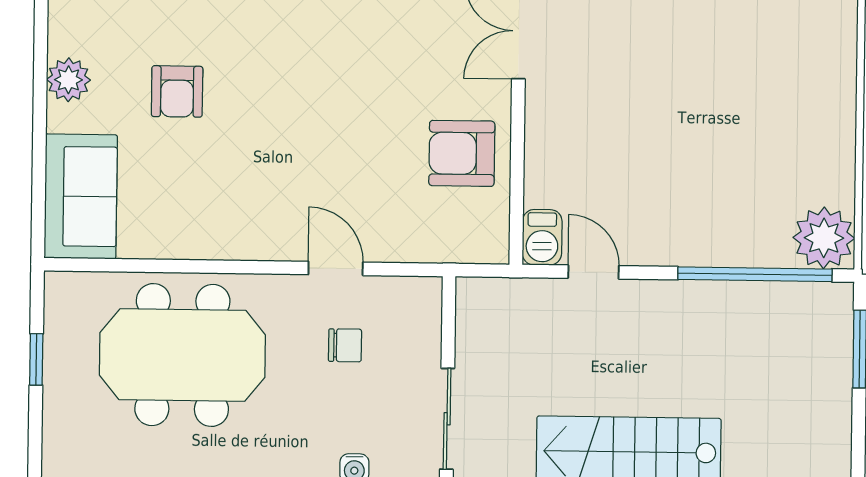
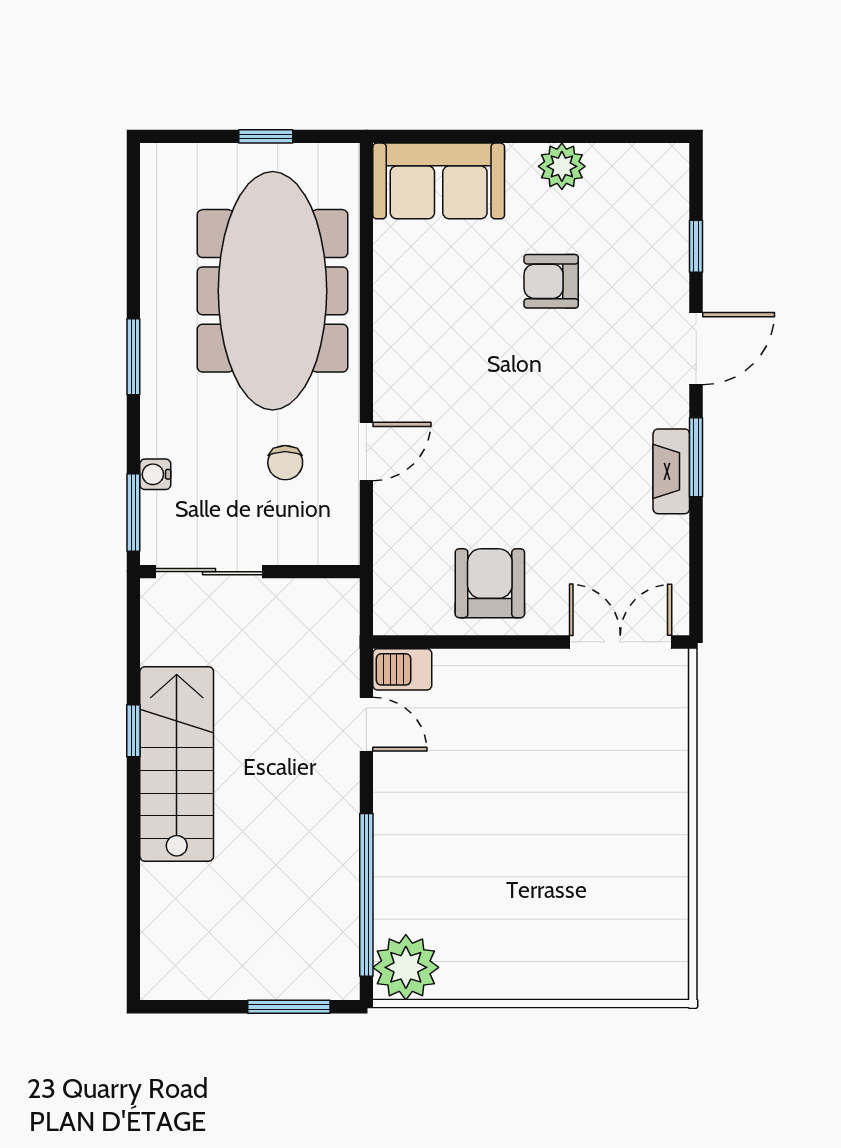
door: (593, 272) -> (366, 724), hinge flipped
meeting table: (182, 355) -> (273, 291), width x1.36

